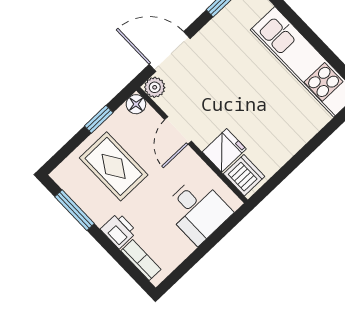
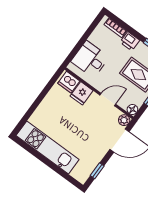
door: (178, 130) -> (108, 100), hinge flipped

